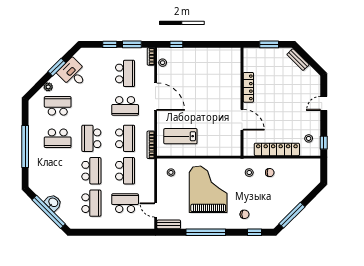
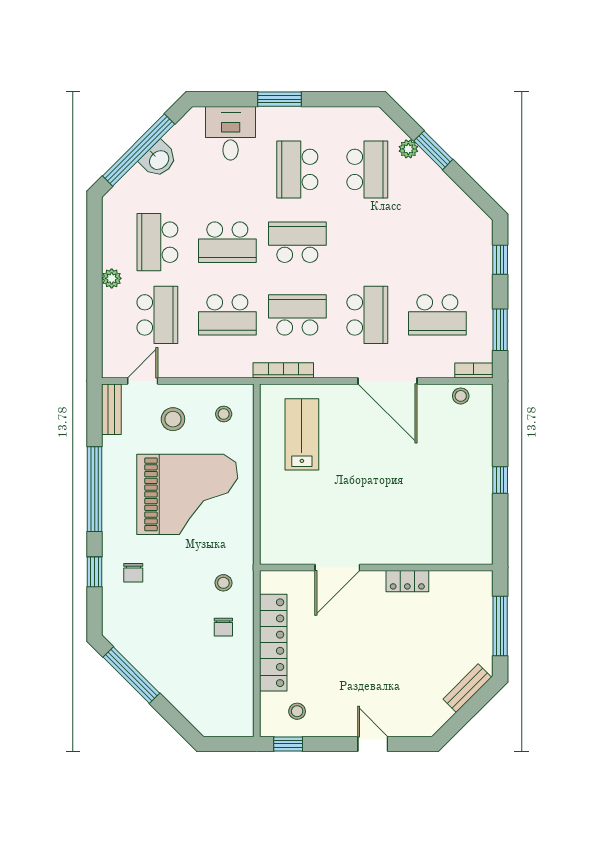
window: (110, 44) -> (500, 260), moved
window: (176, 44) -> (500, 480), moved
window: (269, 44) -> (500, 626), width x1.44
window: (57, 67) -> (433, 150), moved
desk: (73, 73) -> (231, 133), moved, turned -45
locker: (248, 87) -> (407, 581), width x0.66
door: (156, 97) -> (387, 381), hinge flipped
school desk: (125, 106) -> (367, 315), turned 180
school desk: (125, 138) -> (297, 315), turned 180
window: (25, 147) -> (279, 99), width x0.47
stool: (173, 196) -> (173, 419), added
school desk: (91, 203) -> (157, 242), turned 90
plant: (108, 224) -> (112, 278), added
window: (254, 232) -> (95, 572), moved

